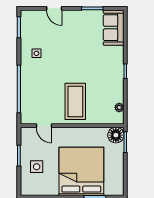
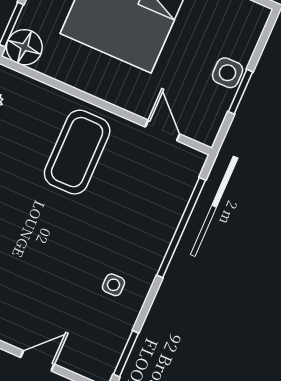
door: (54, 8) -> (37, 361), hinge flipped
side table: (37, 167) -> (228, 73), moved

